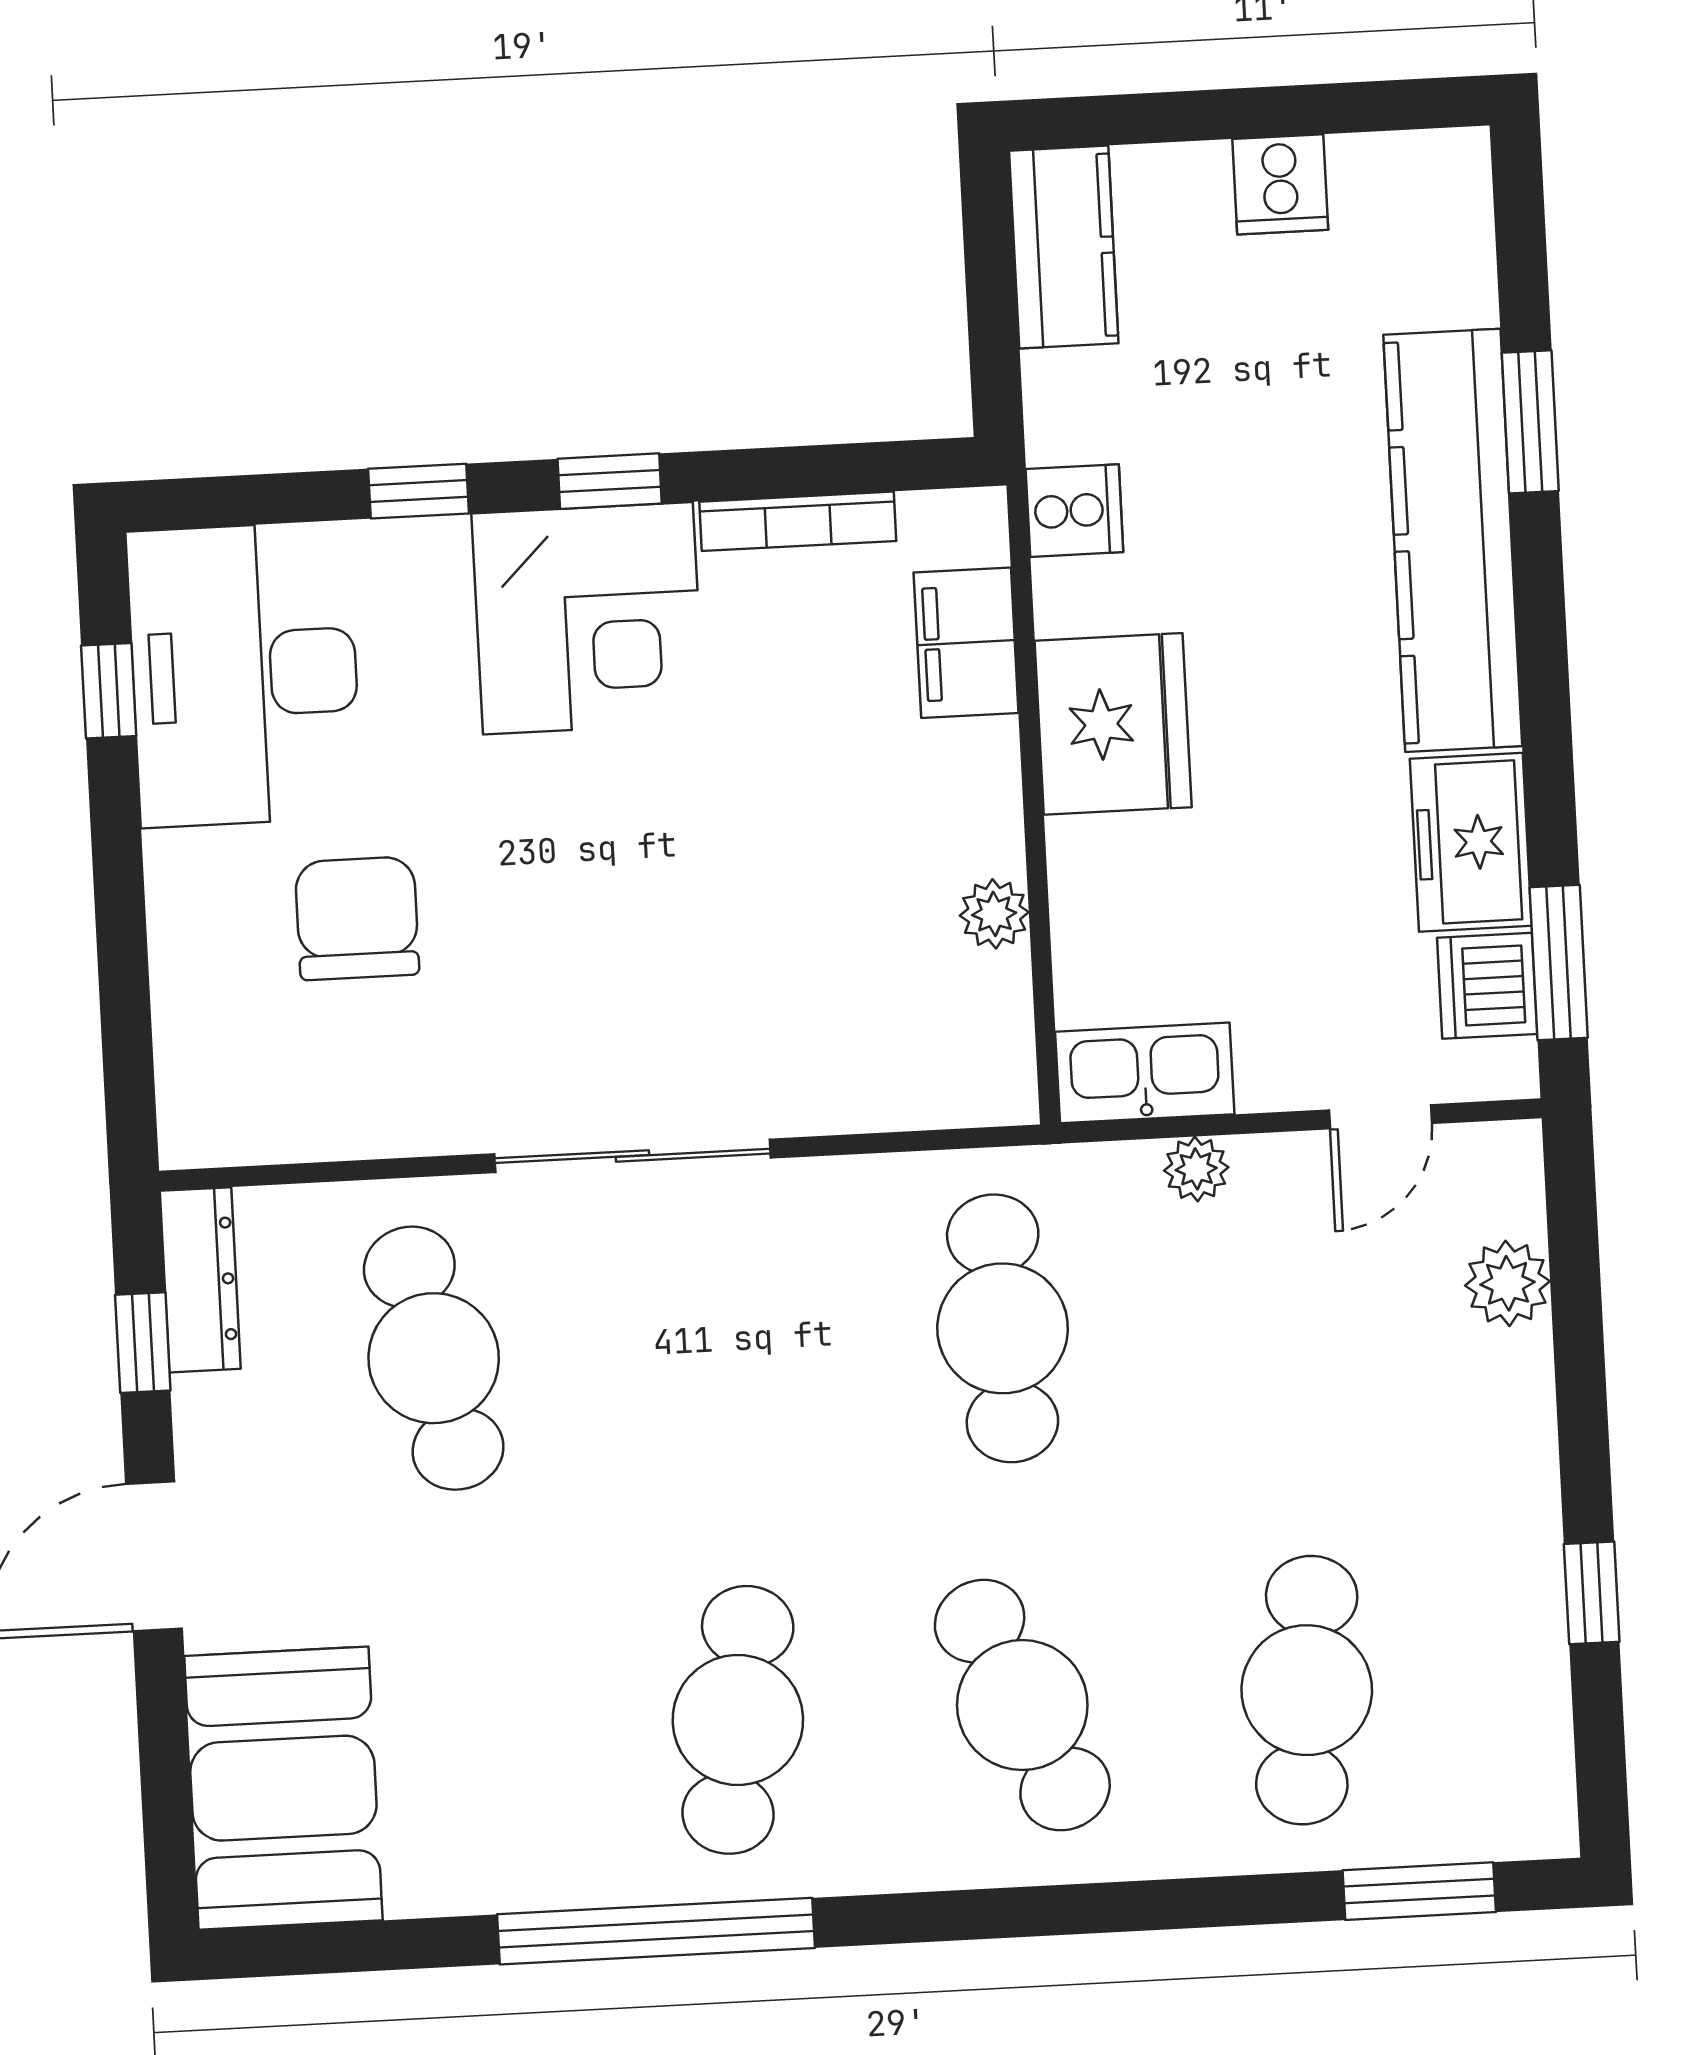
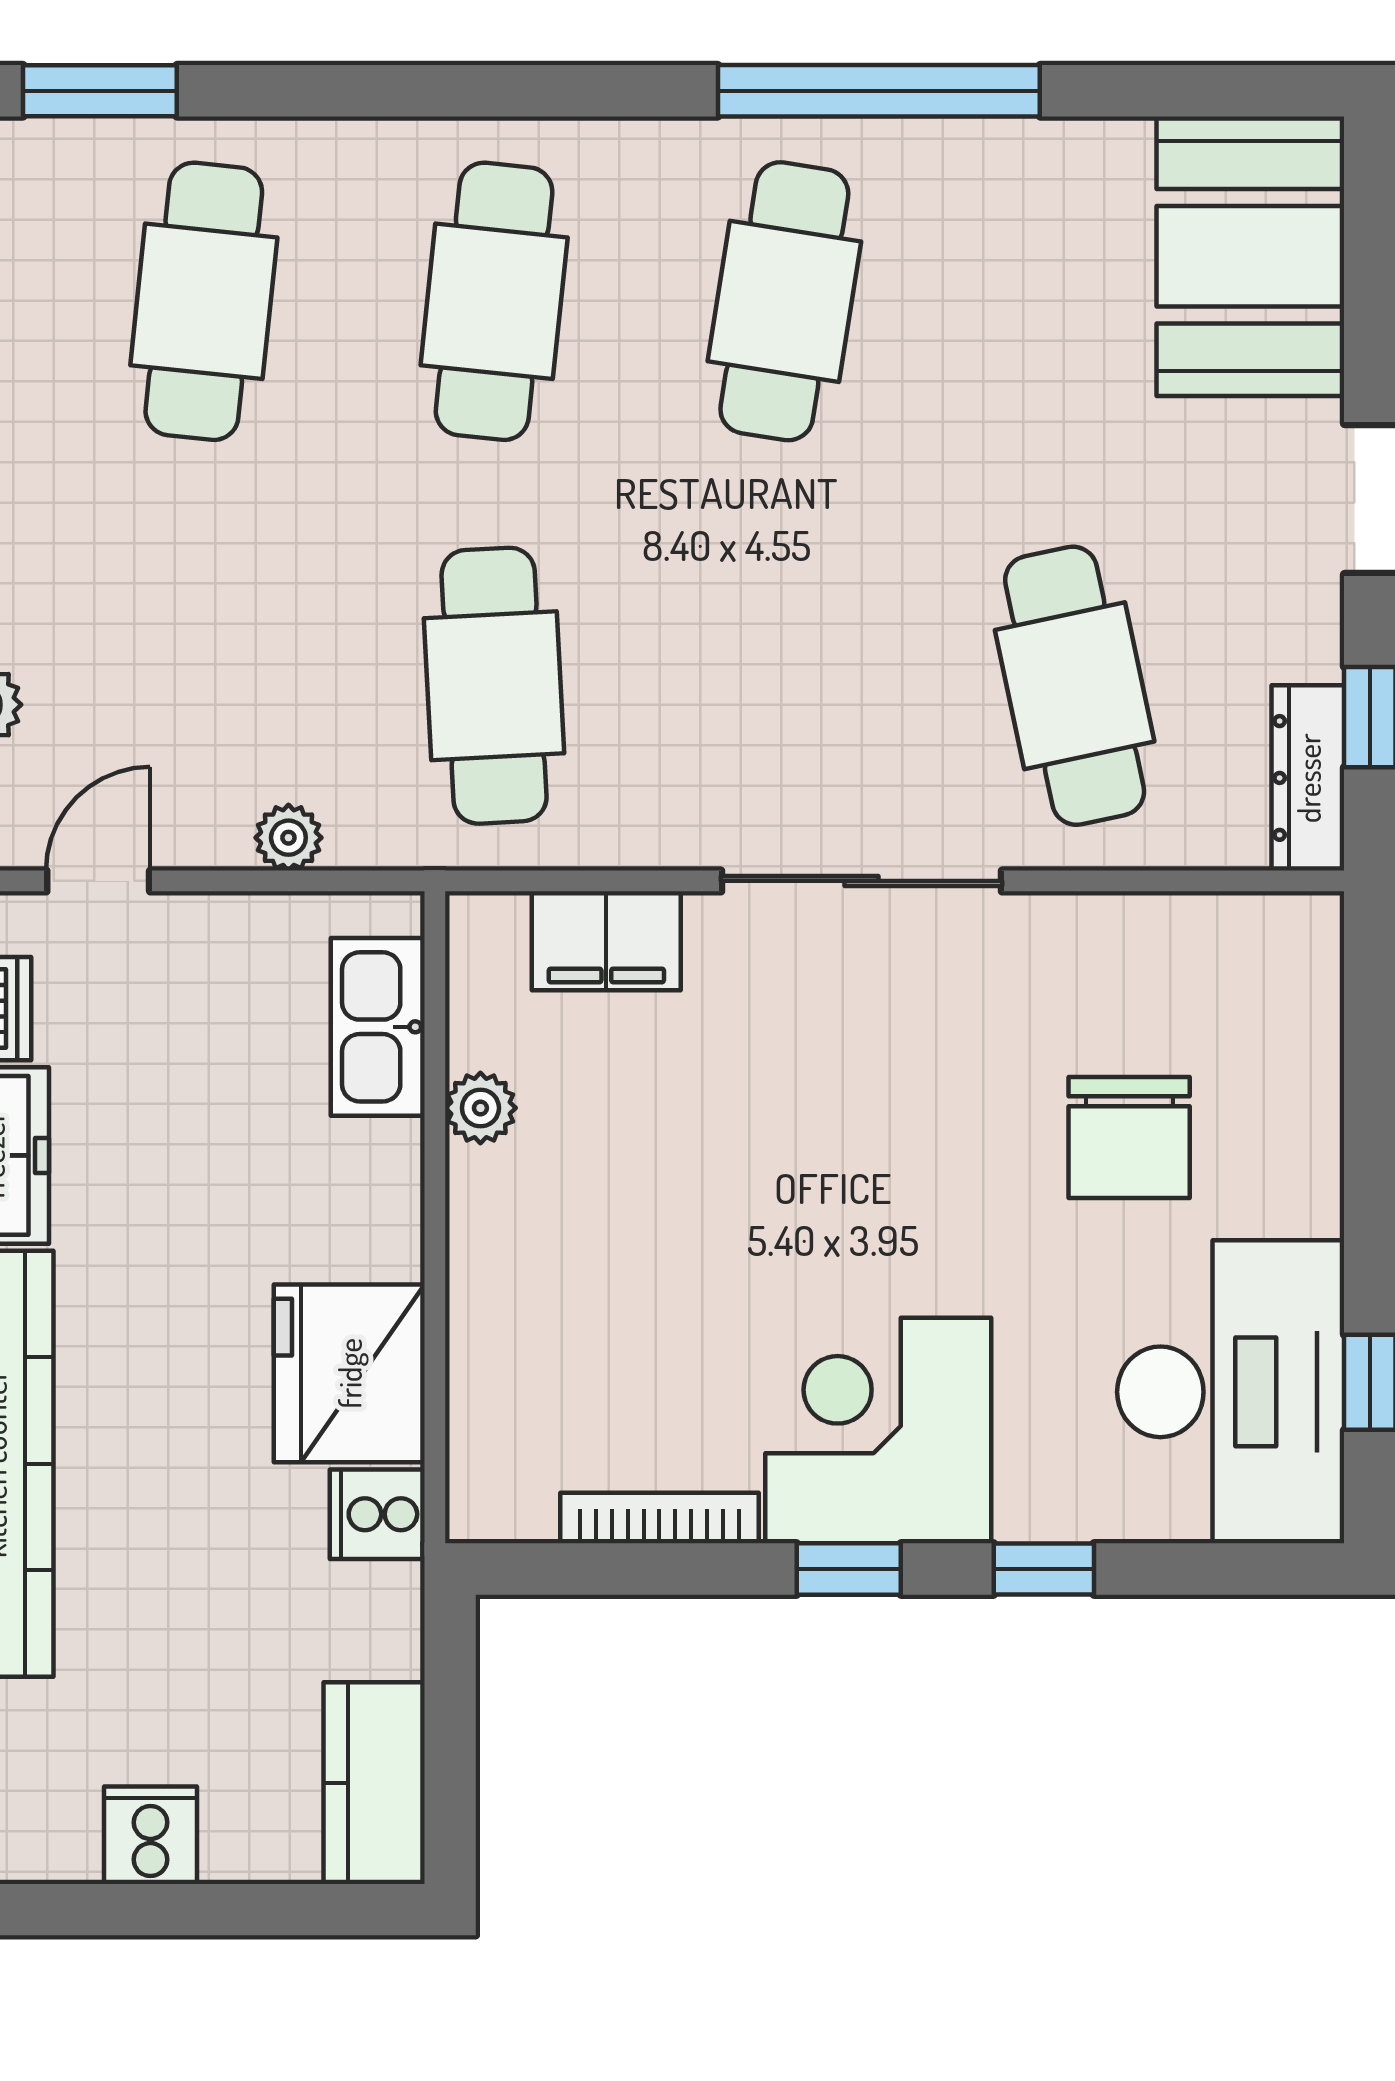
filing cabinet: (966, 643) -> (606, 941), moved, turned 90
fridge: (1113, 724) -> (349, 1373), moved
kitchen sink: (1145, 1073) -> (378, 1027), moved, turned 90
cafe table: (1022, 1705) -> (494, 301), turned 30

